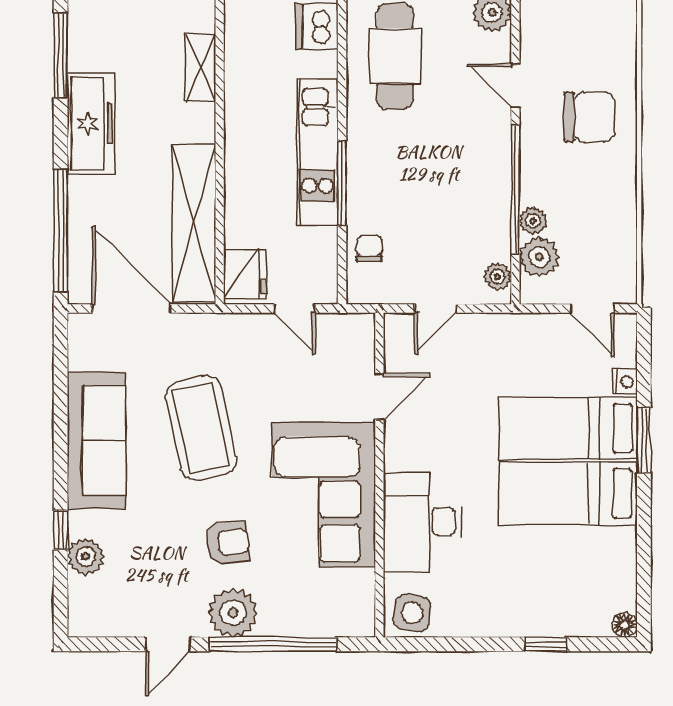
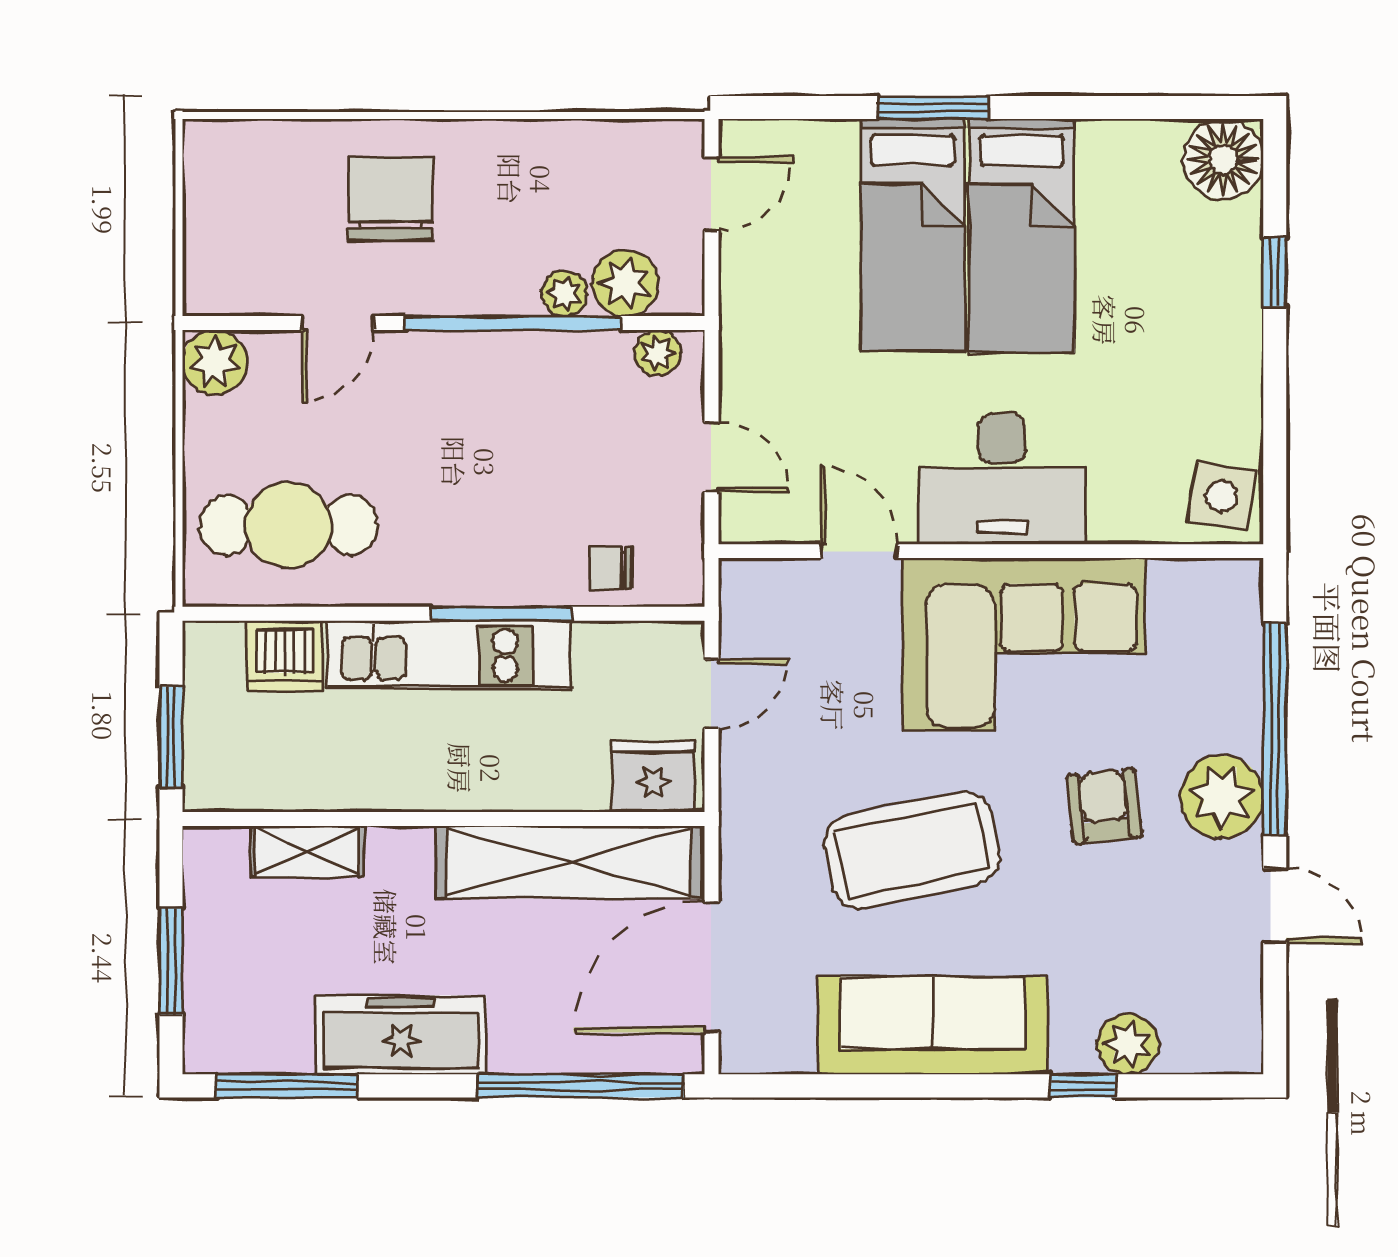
dishwasher: (317, 27) -> (285, 656), moved
nightstand: (625, 382) -> (835, 139), removed
desk: (423, 522) -> (1002, 479), moved
floor lamp: (624, 625) -> (1223, 159), width x1.89, depth x1.89

